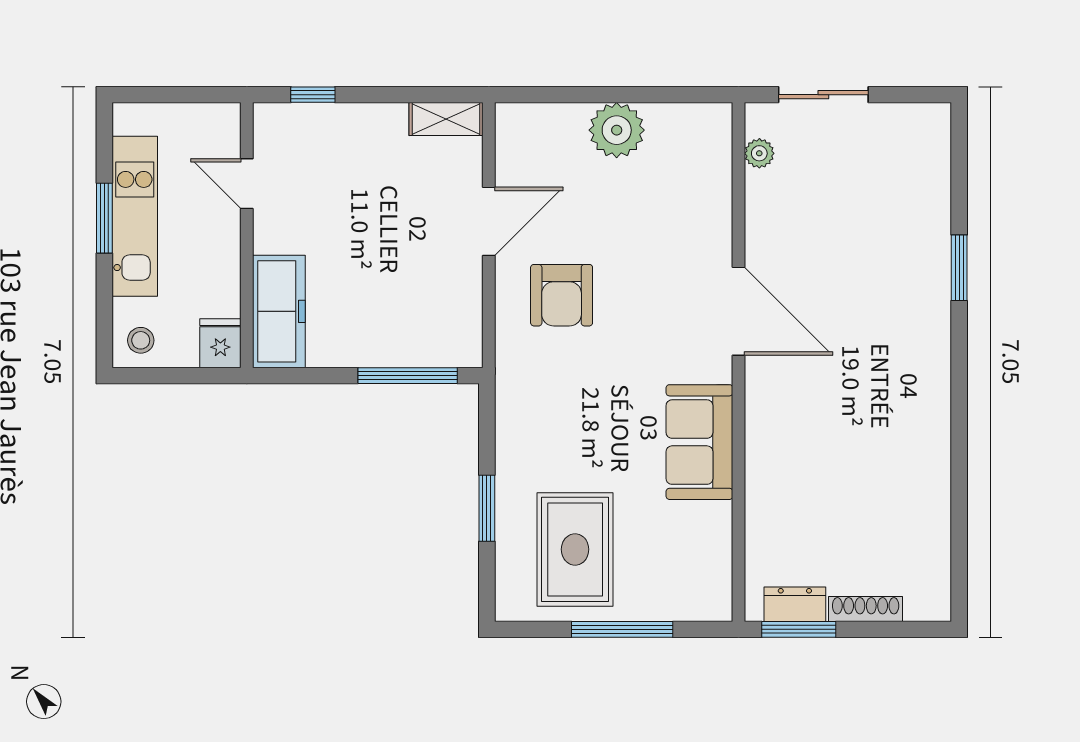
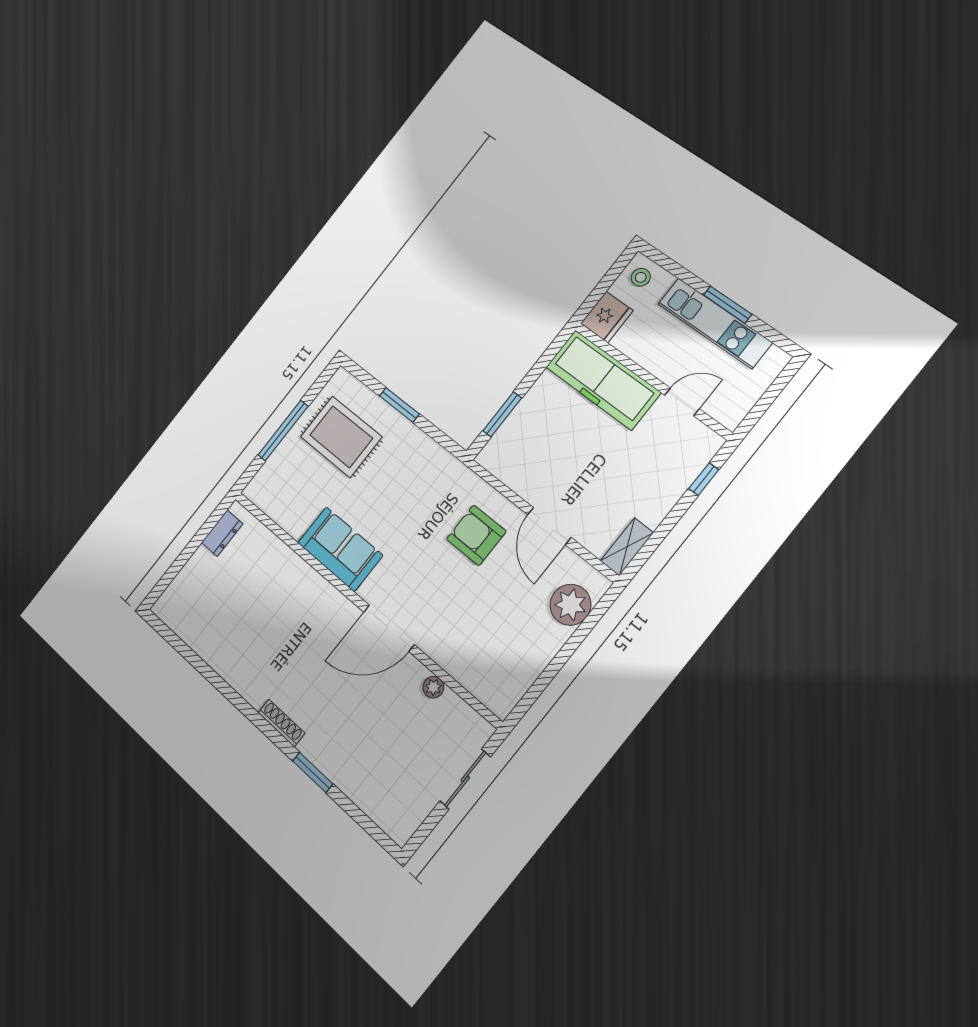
plant: (617, 130) -> (570, 605), moved
plant: (759, 153) -> (433, 687), moved
freezer: (279, 311) -> (603, 380), width x1.36, depth x1.26
fridge: (220, 343) -> (607, 317), width x1.38
window: (408, 376) -> (502, 414), width x0.69
shoe rack: (866, 609) -> (281, 723), moved, turned -90
window: (799, 629) -> (209, 525), removed

